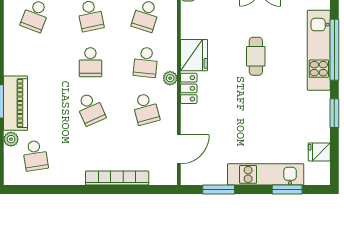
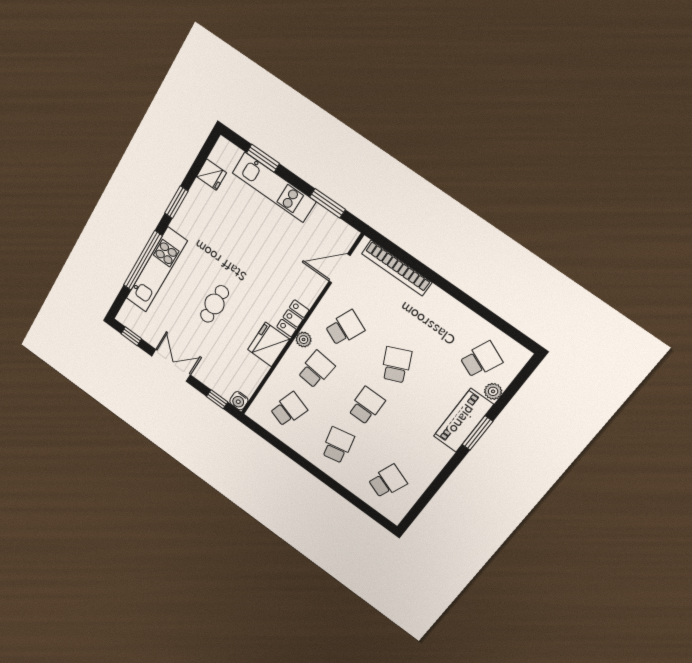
school desk: (146, 109) -> (345, 328), turned 39
school desk: (35, 155) -> (481, 360), turned 33
bookcase: (117, 178) -> (397, 268), moved

